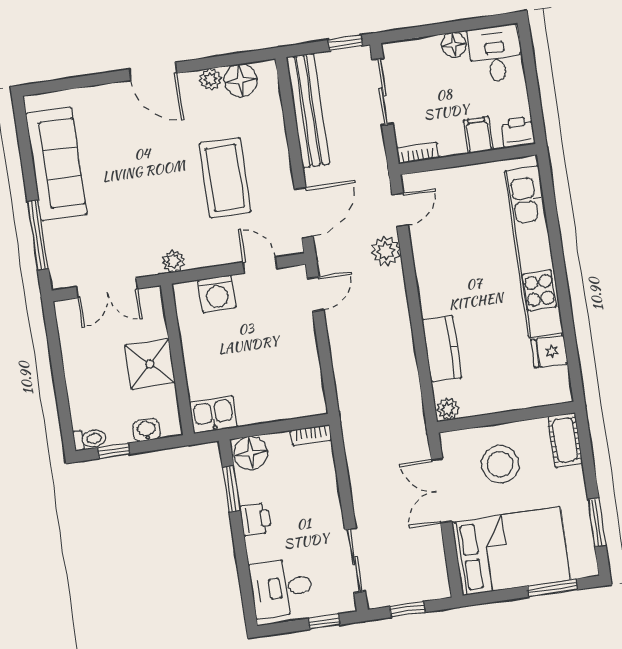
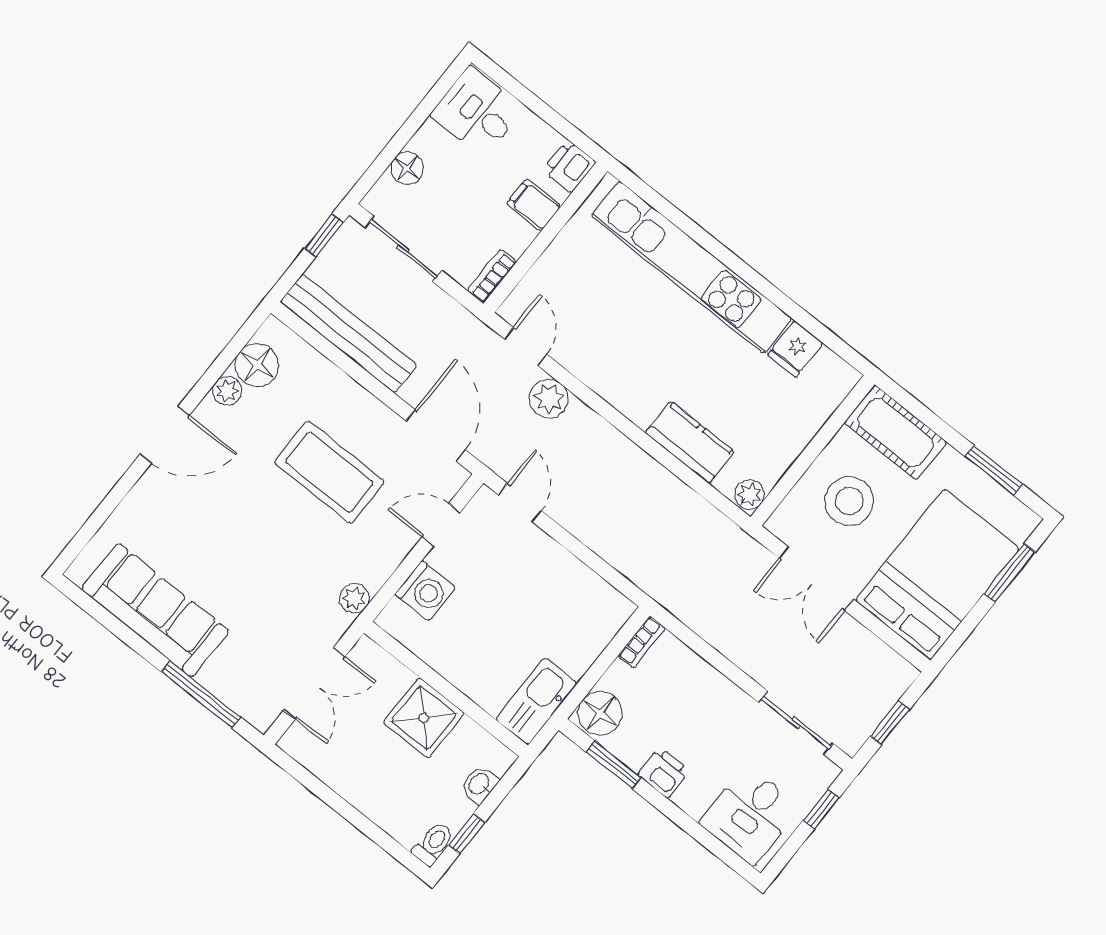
floor lamp: (454, 45) -> (407, 168), moved
kitchen sink: (213, 415) -> (536, 701), width x1.38
cot: (565, 440) -> (896, 432), width x1.37, depth x1.34

